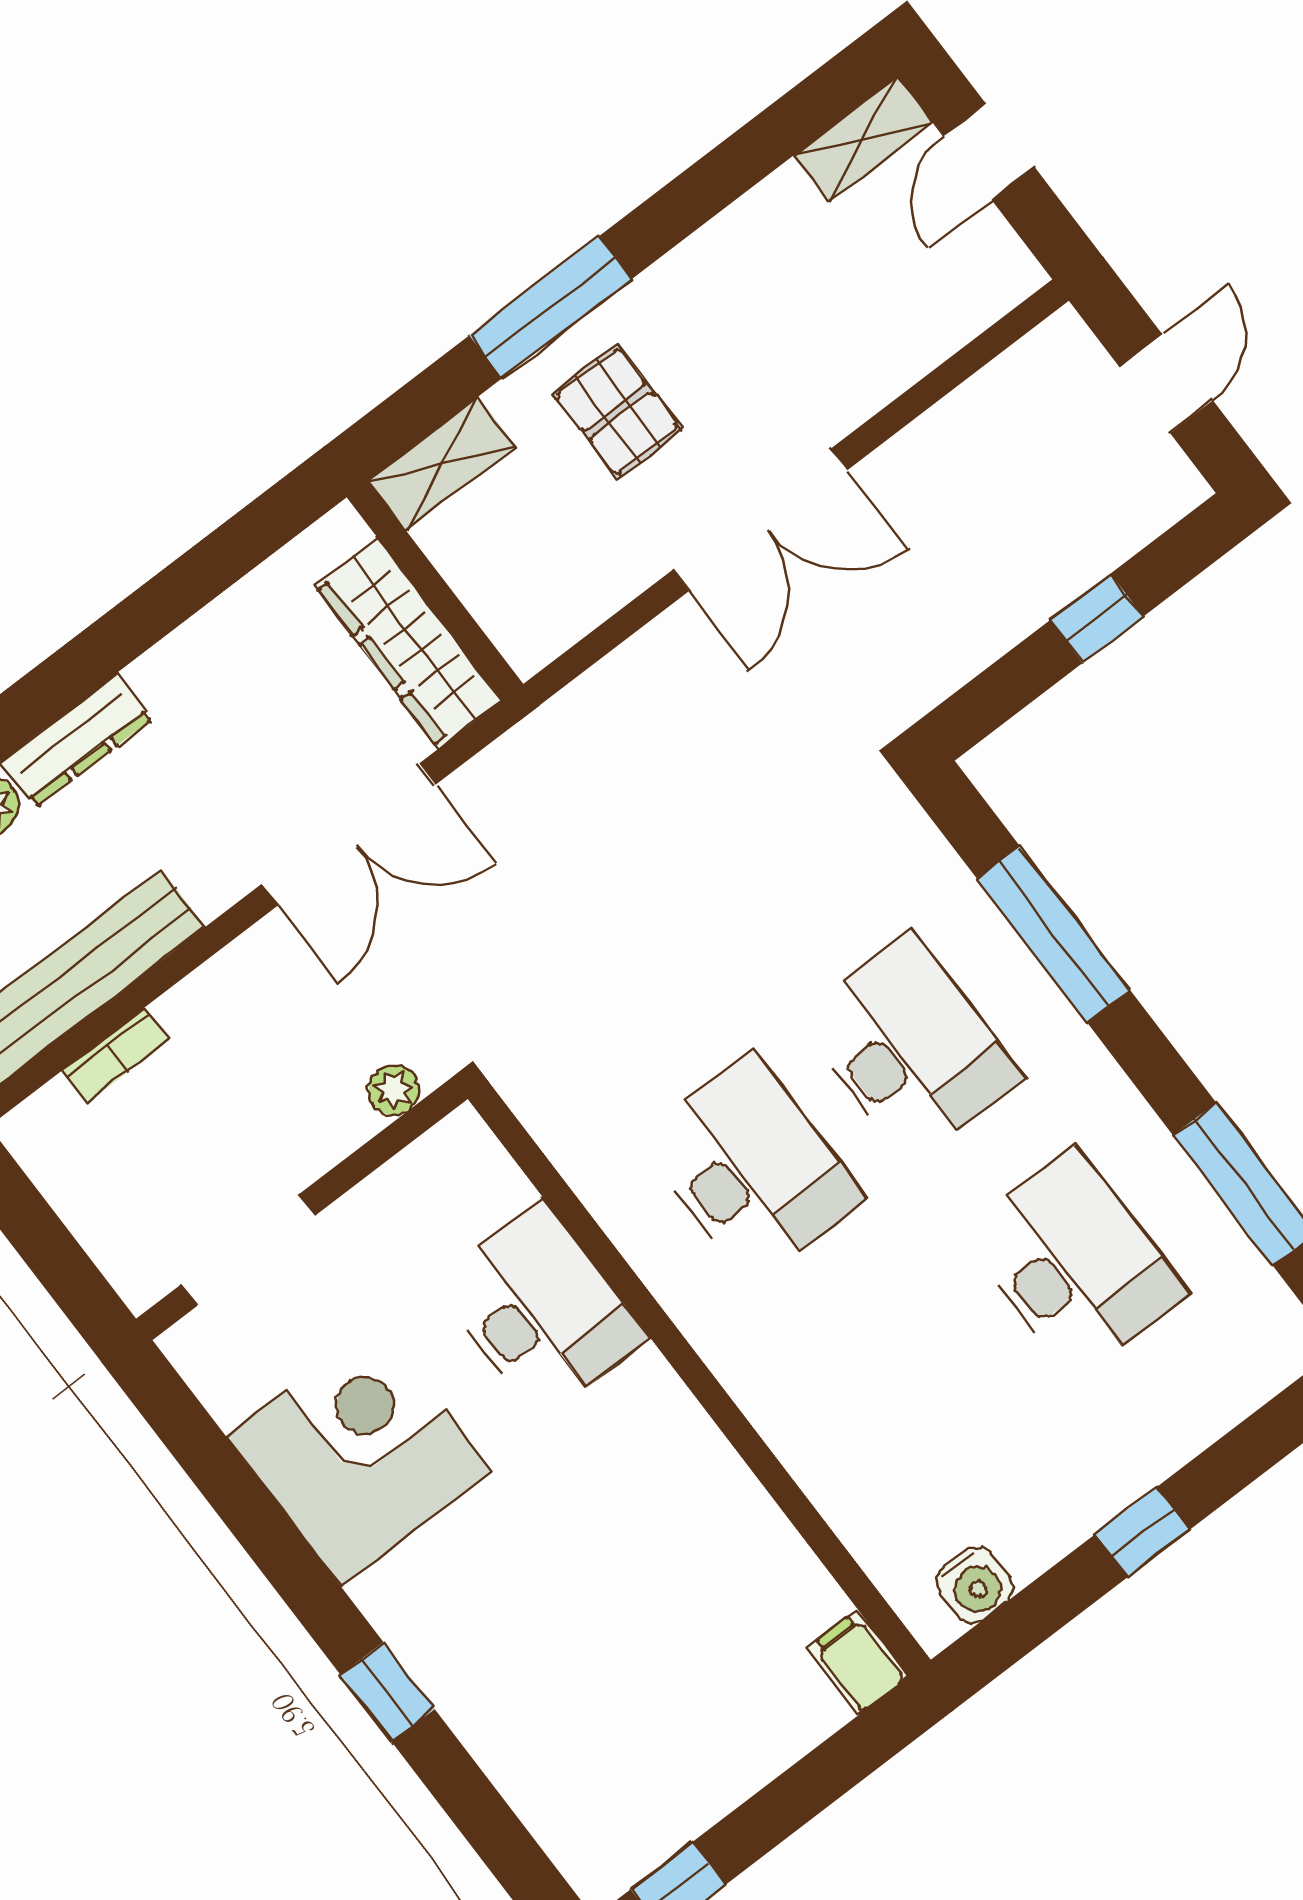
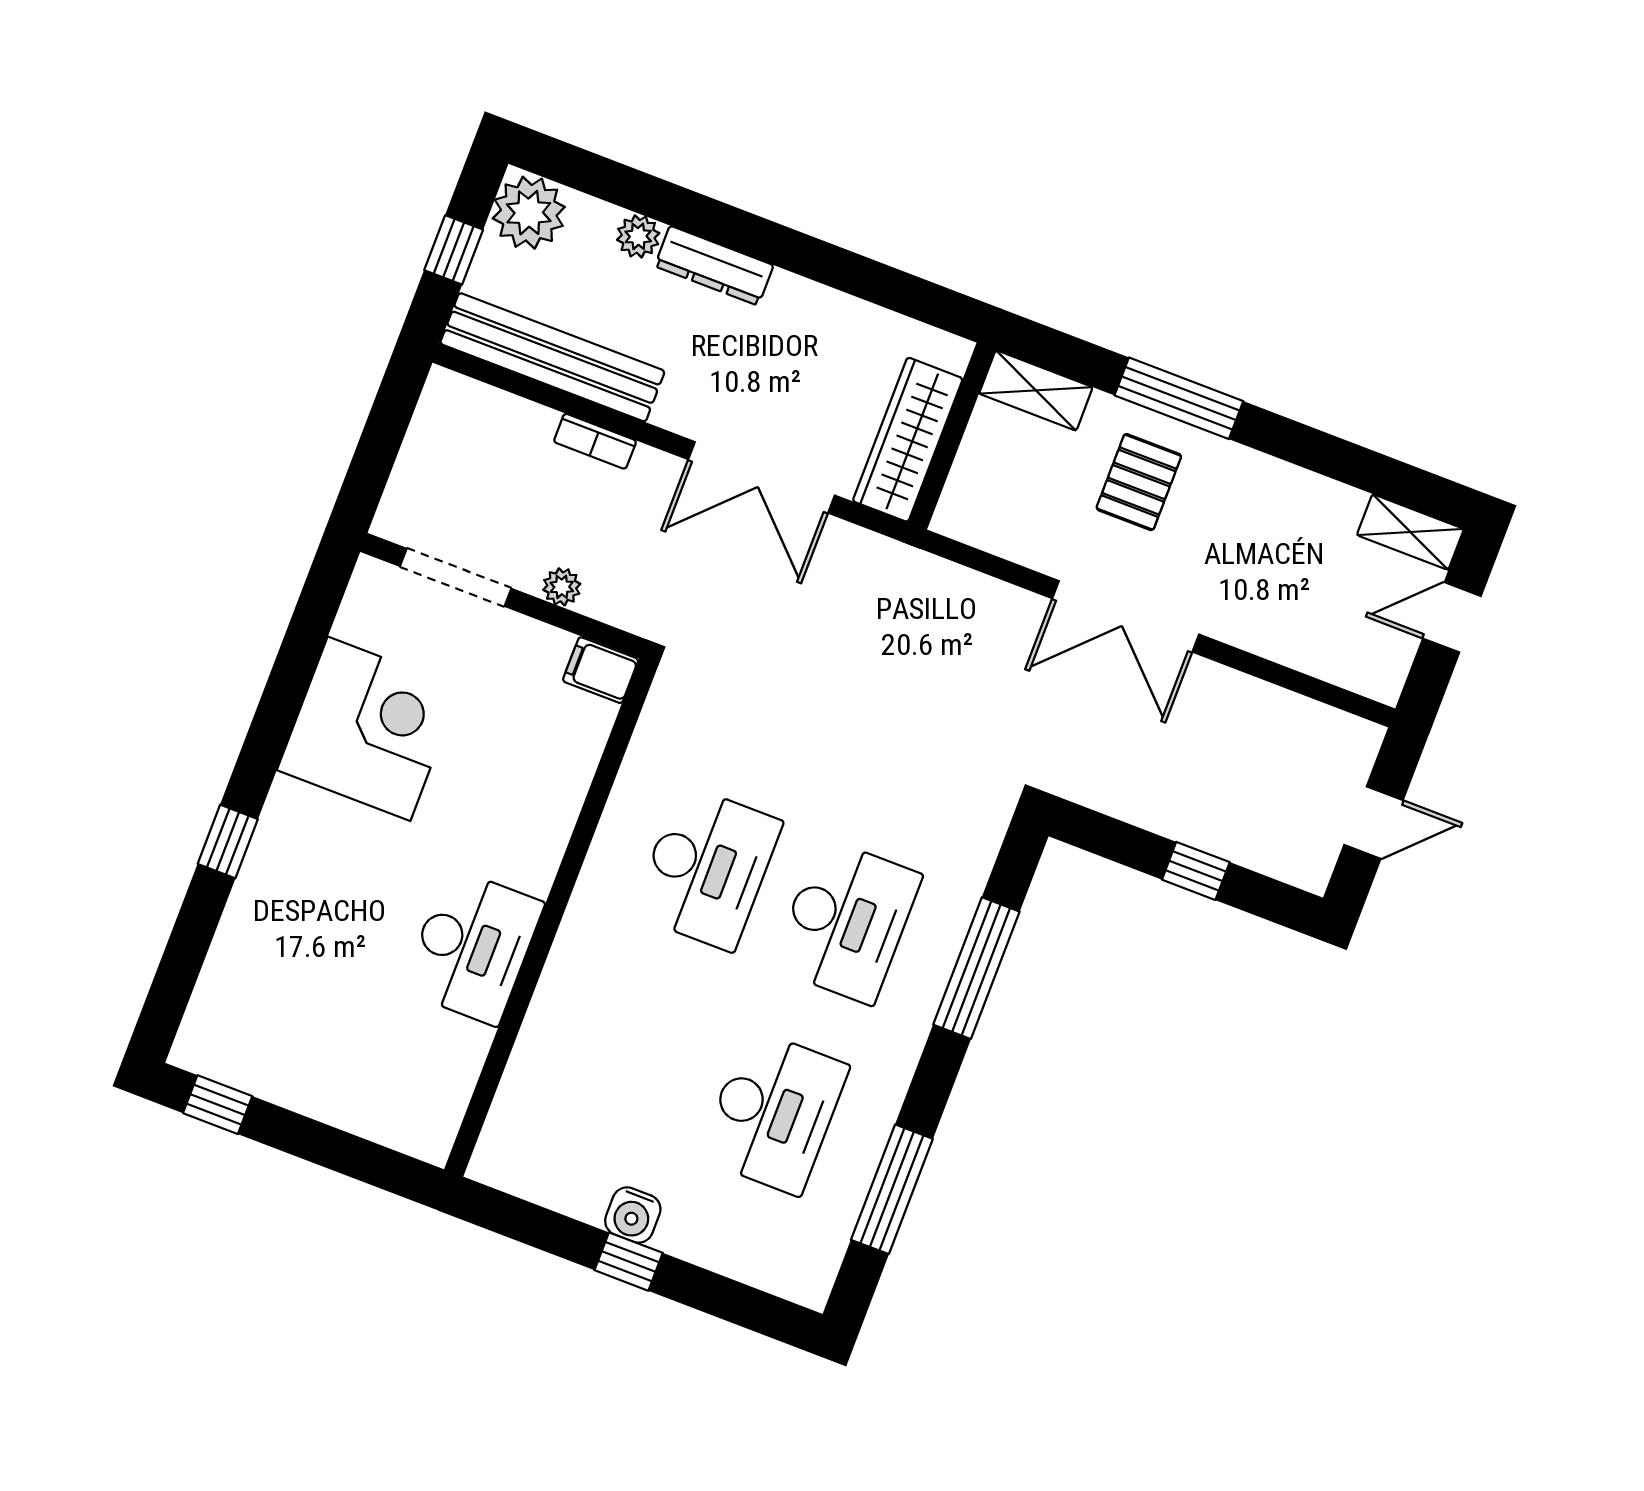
bookcase: (116, 1055) -> (595, 441), moved
plant: (394, 1090) -> (562, 587), moved
desk: (541, 1310) -> (473, 947), moved
water cooler: (975, 1585) -> (633, 1215), moved
filing cabinet: (858, 1662) -> (601, 670), moved, turned -90

